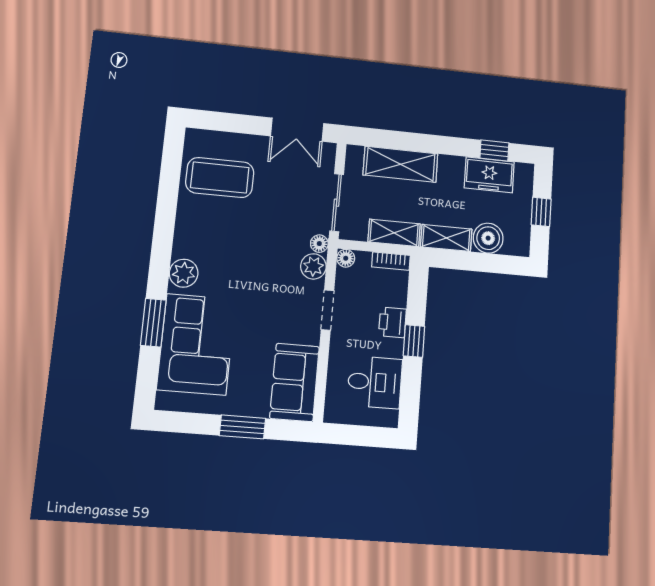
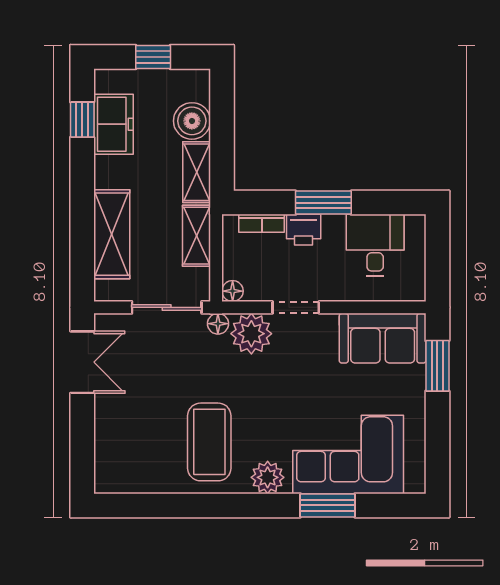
coffee table: (220, 178) -> (209, 442), moved
bookcase: (391, 261) -> (262, 223), moved, turned 90
plant: (313, 266) -> (251, 334), width x1.36, depth x1.36
window: (414, 341) -> (323, 203), width x1.50
window: (242, 427) -> (437, 366), moved

